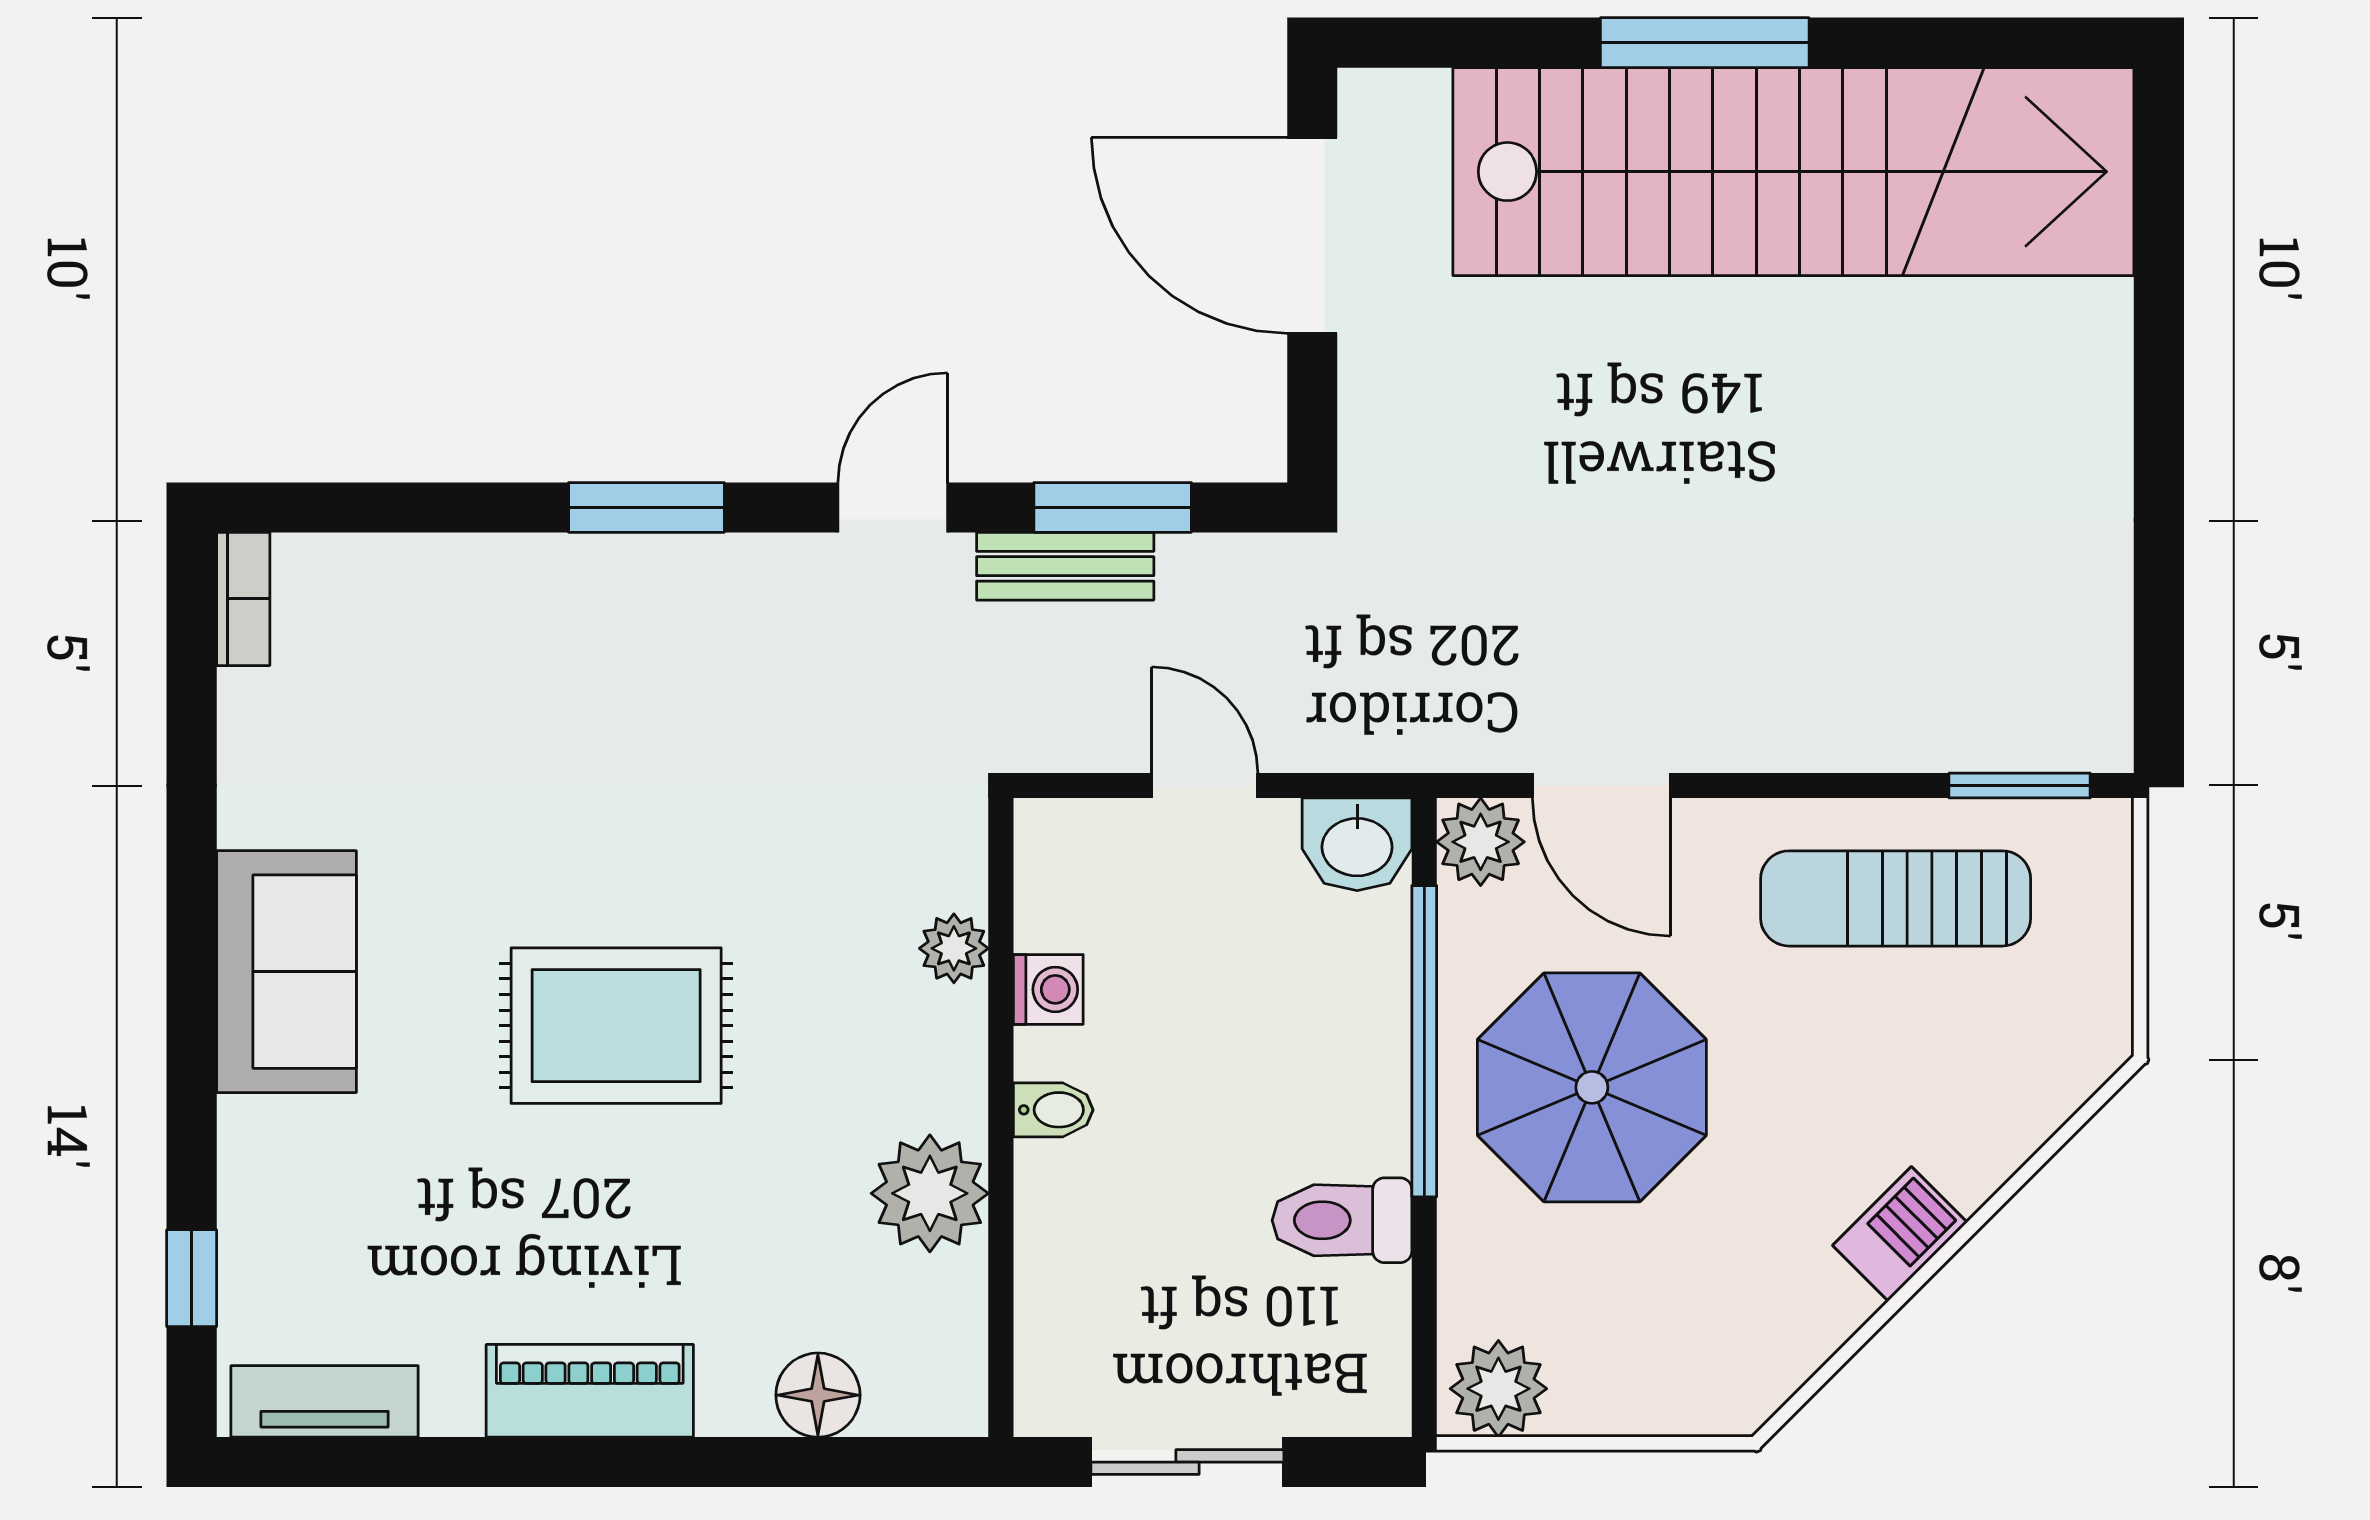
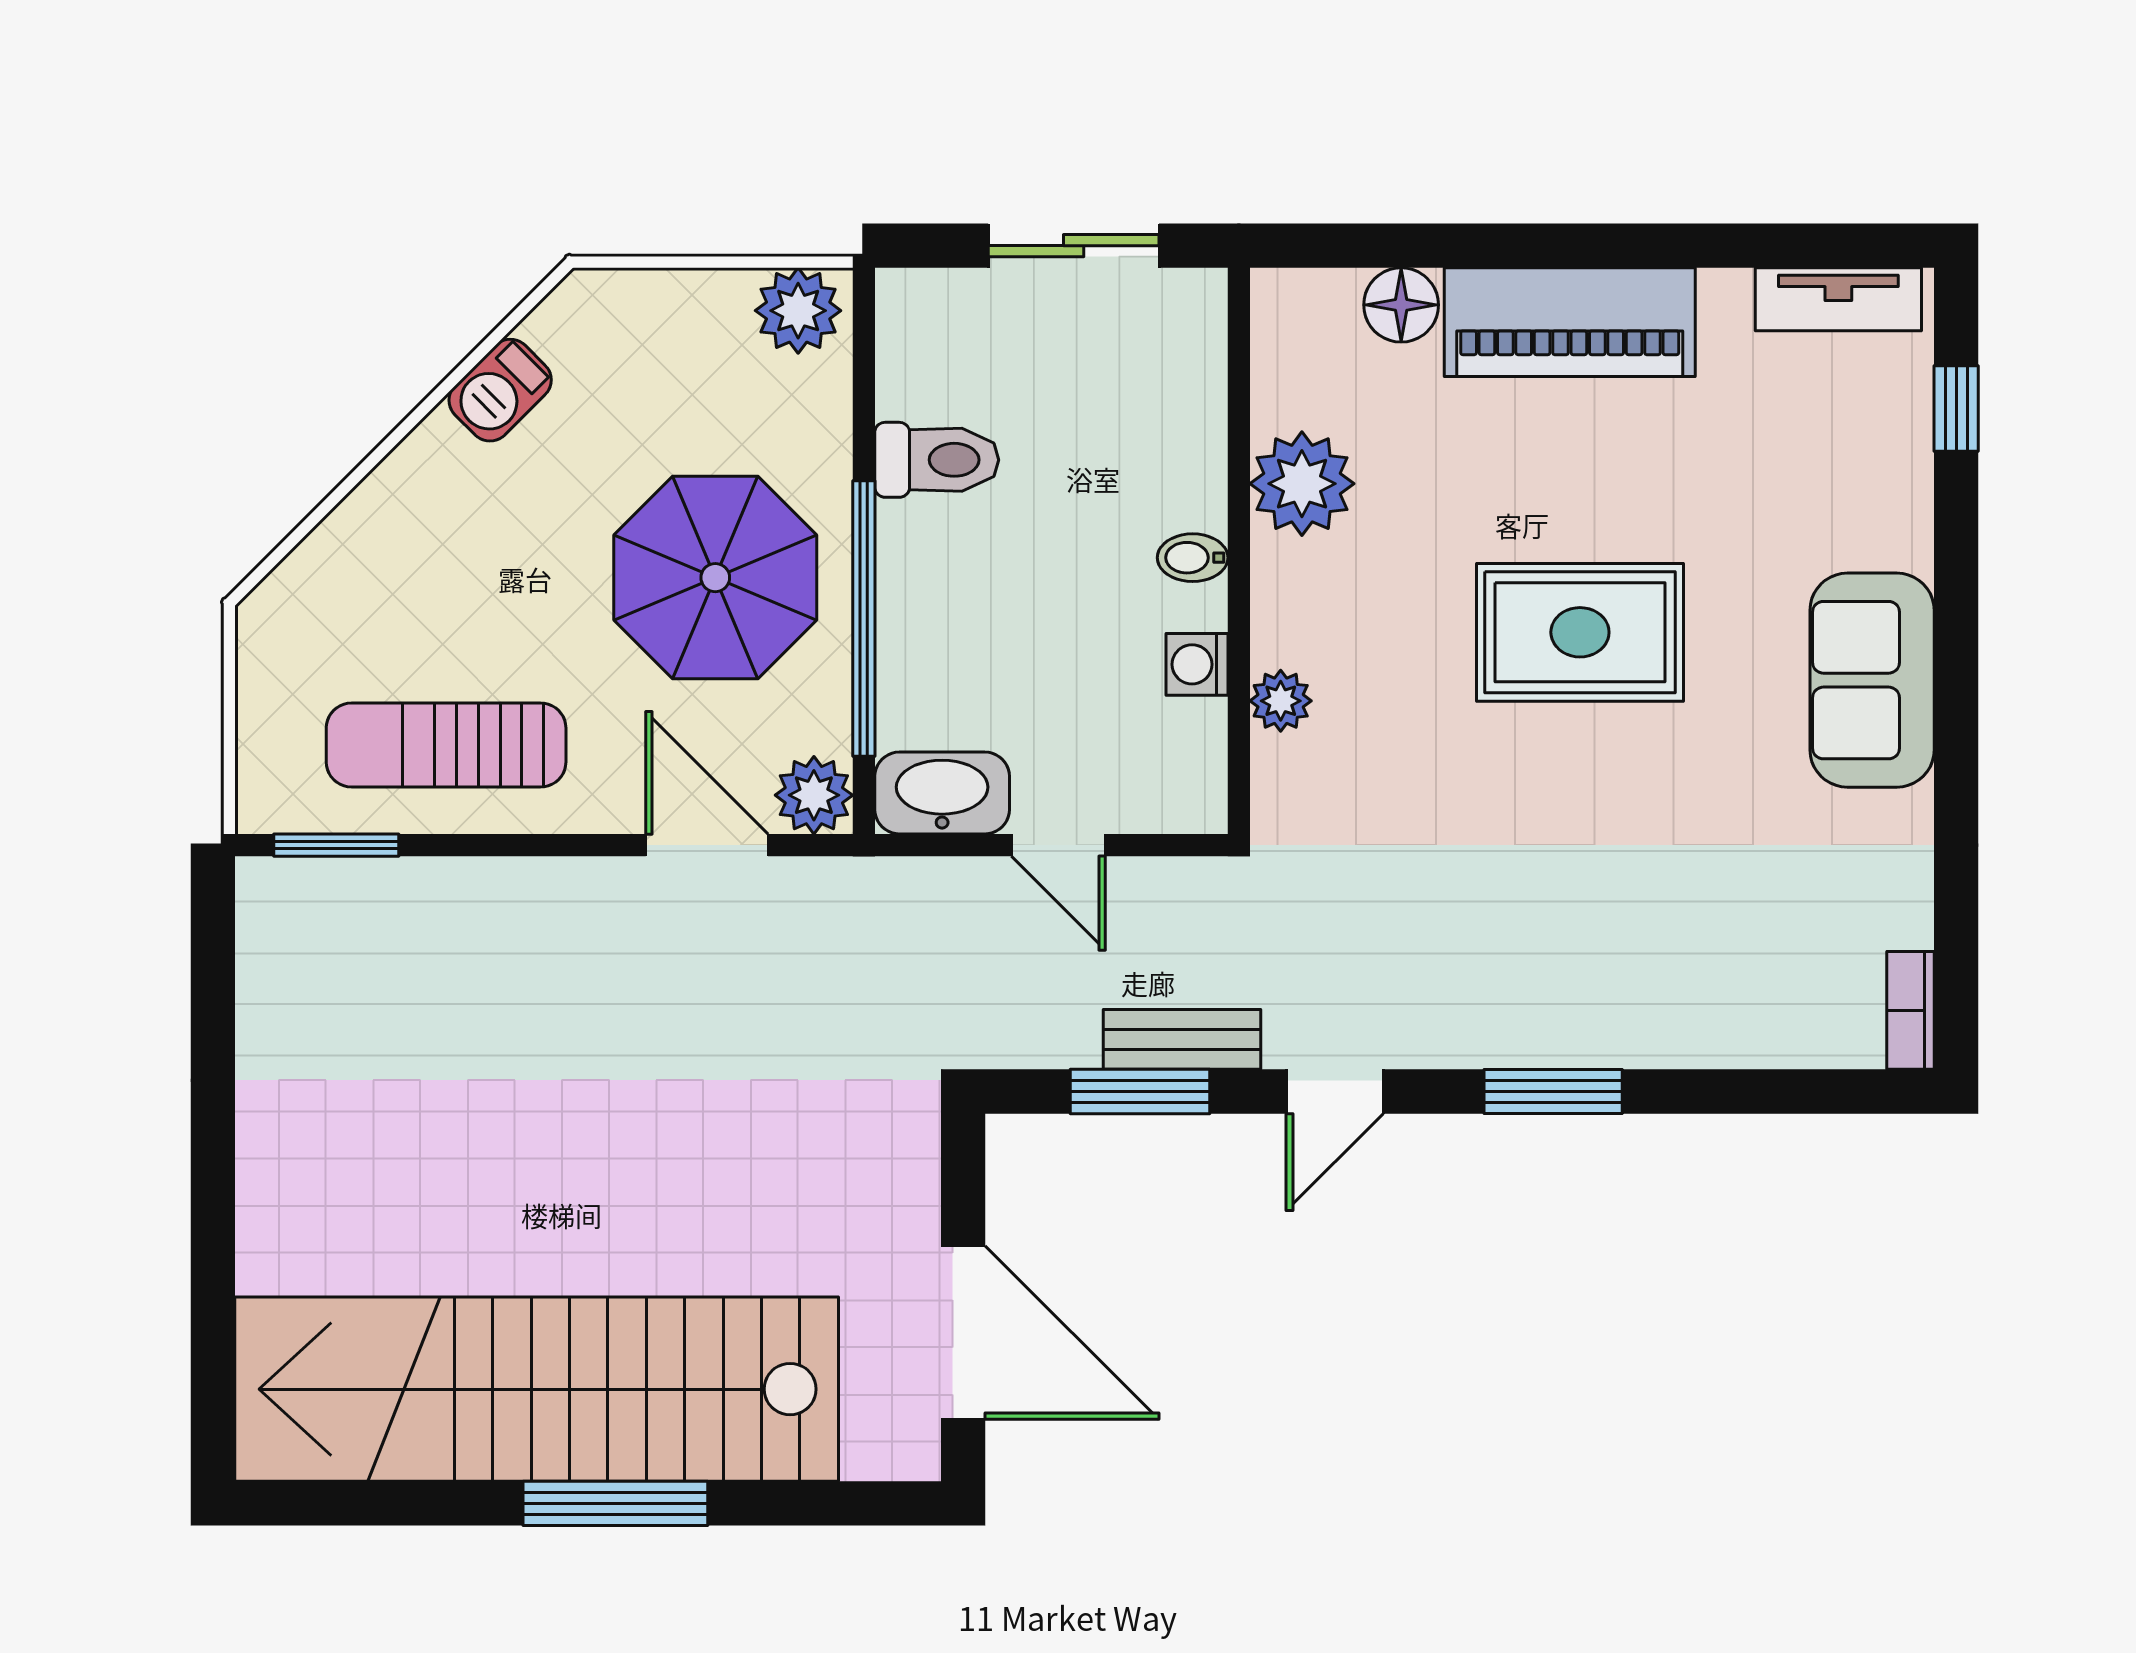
washbasin: (1357, 844) -> (942, 793), width x1.38
sun lounger: (1896, 898) -> (446, 745), turned 180
barbecue: (1900, 1234) -> (500, 390), moved
piano: (590, 1391) -> (1570, 322), width x1.37, depth x1.33

